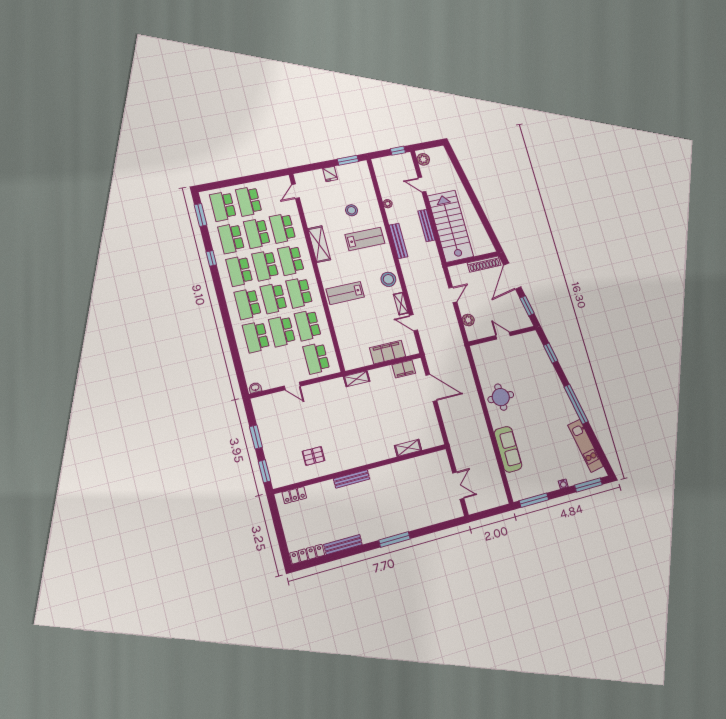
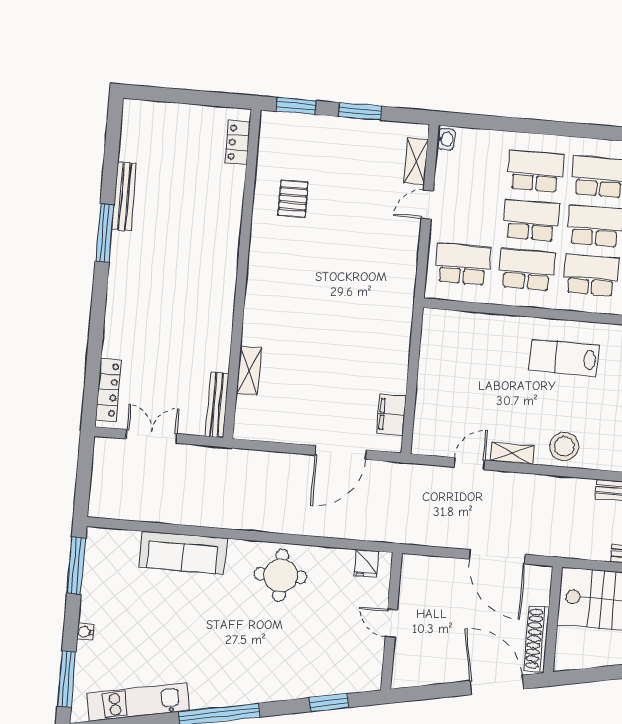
lab bench: (345, 293) -> (564, 358), turned -90
door: (453, 295) -> (497, 557), width x1.88
window: (527, 306) -> (432, 692), removed
plant: (468, 320) -> (442, 568), removed
door: (503, 336) -> (391, 623), swing flipped
filing cabinet: (388, 352) -> (432, 396), removed
fridge: (480, 357) -> (366, 564), added
shelving: (357, 379) -> (416, 161), moved
bench: (352, 479) -> (217, 405), moved
double door: (458, 486) -> (151, 436), swing flipped
window: (395, 540) -> (105, 233), moved
locker: (307, 554) -> (108, 390), moved

